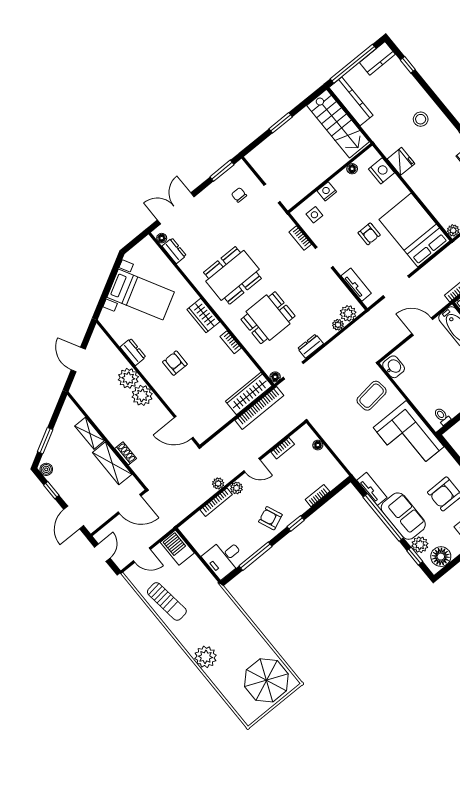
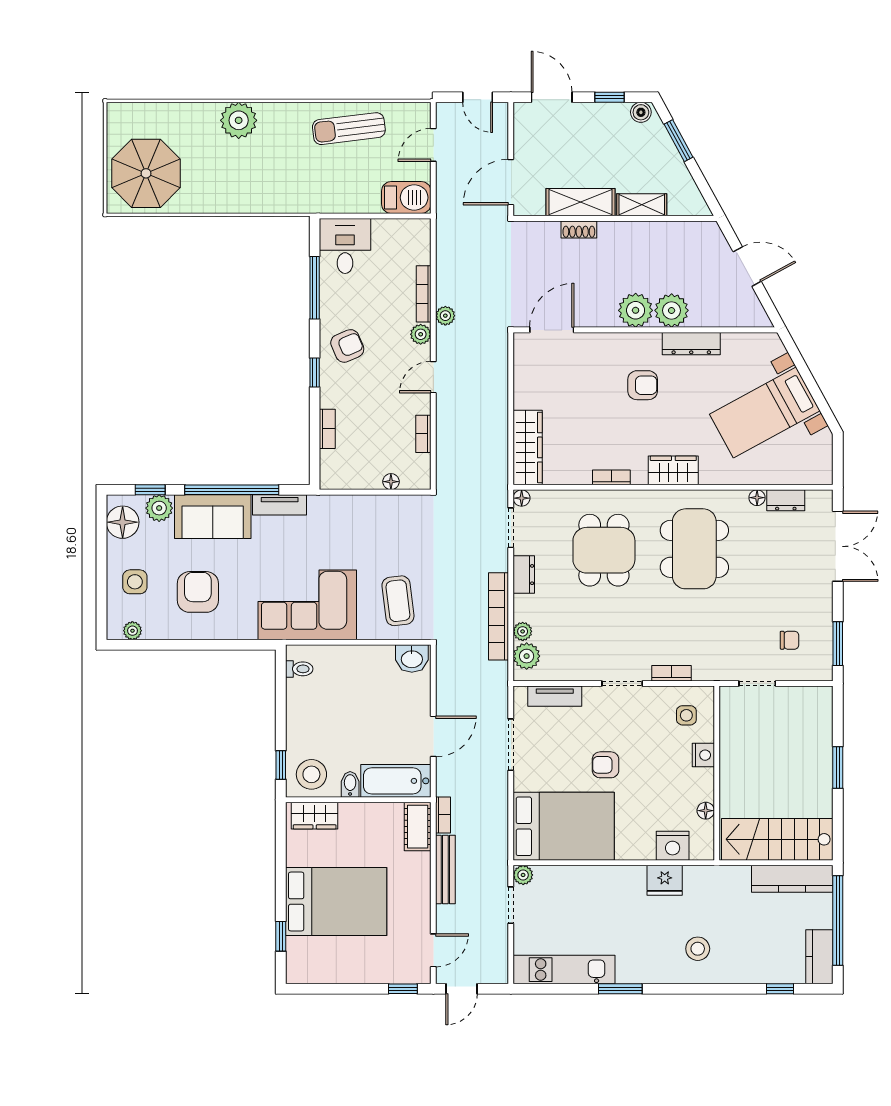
floor lamp: (162, 238) -> (757, 498), moved
dresser: (133, 352) -> (691, 344), width x1.44
bookcase: (259, 408) -> (498, 616), moved

